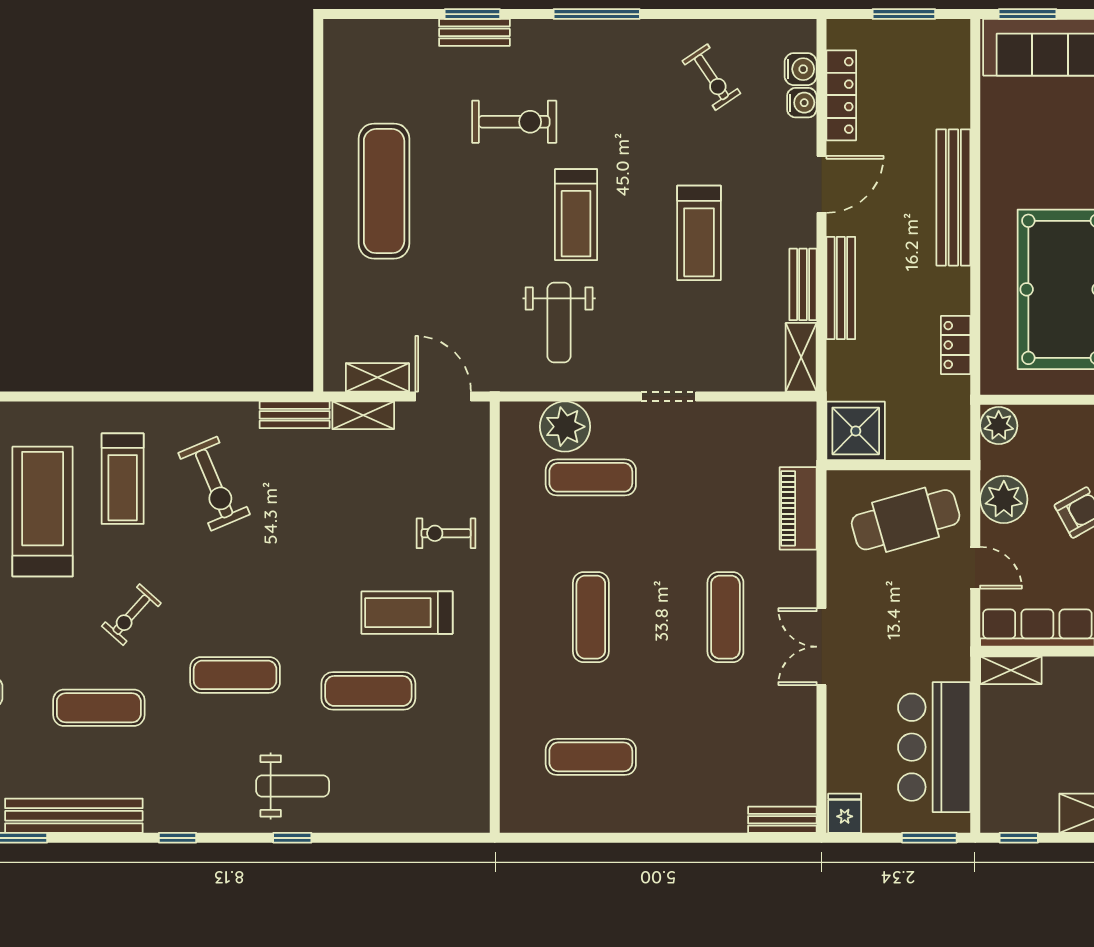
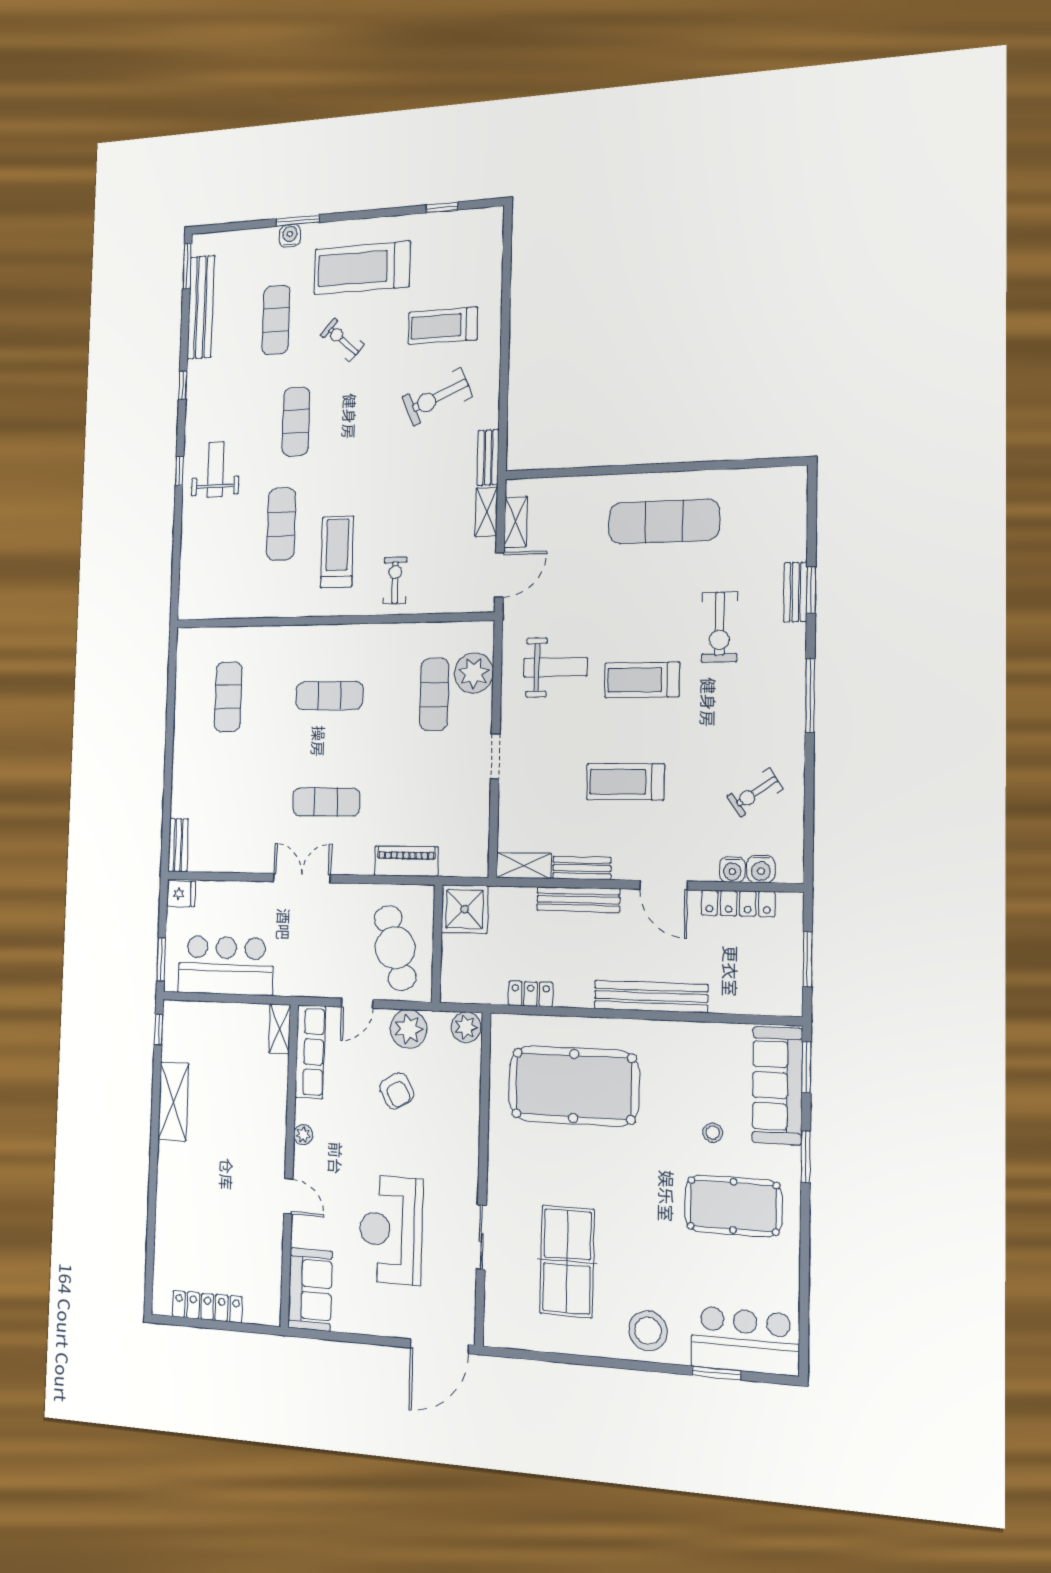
weight bench: (559, 322) -> (555, 667), turned 180
treadmill: (43, 512) -> (362, 268), moved, turned 180
weight bench: (293, 786) -> (216, 469), turned 180

